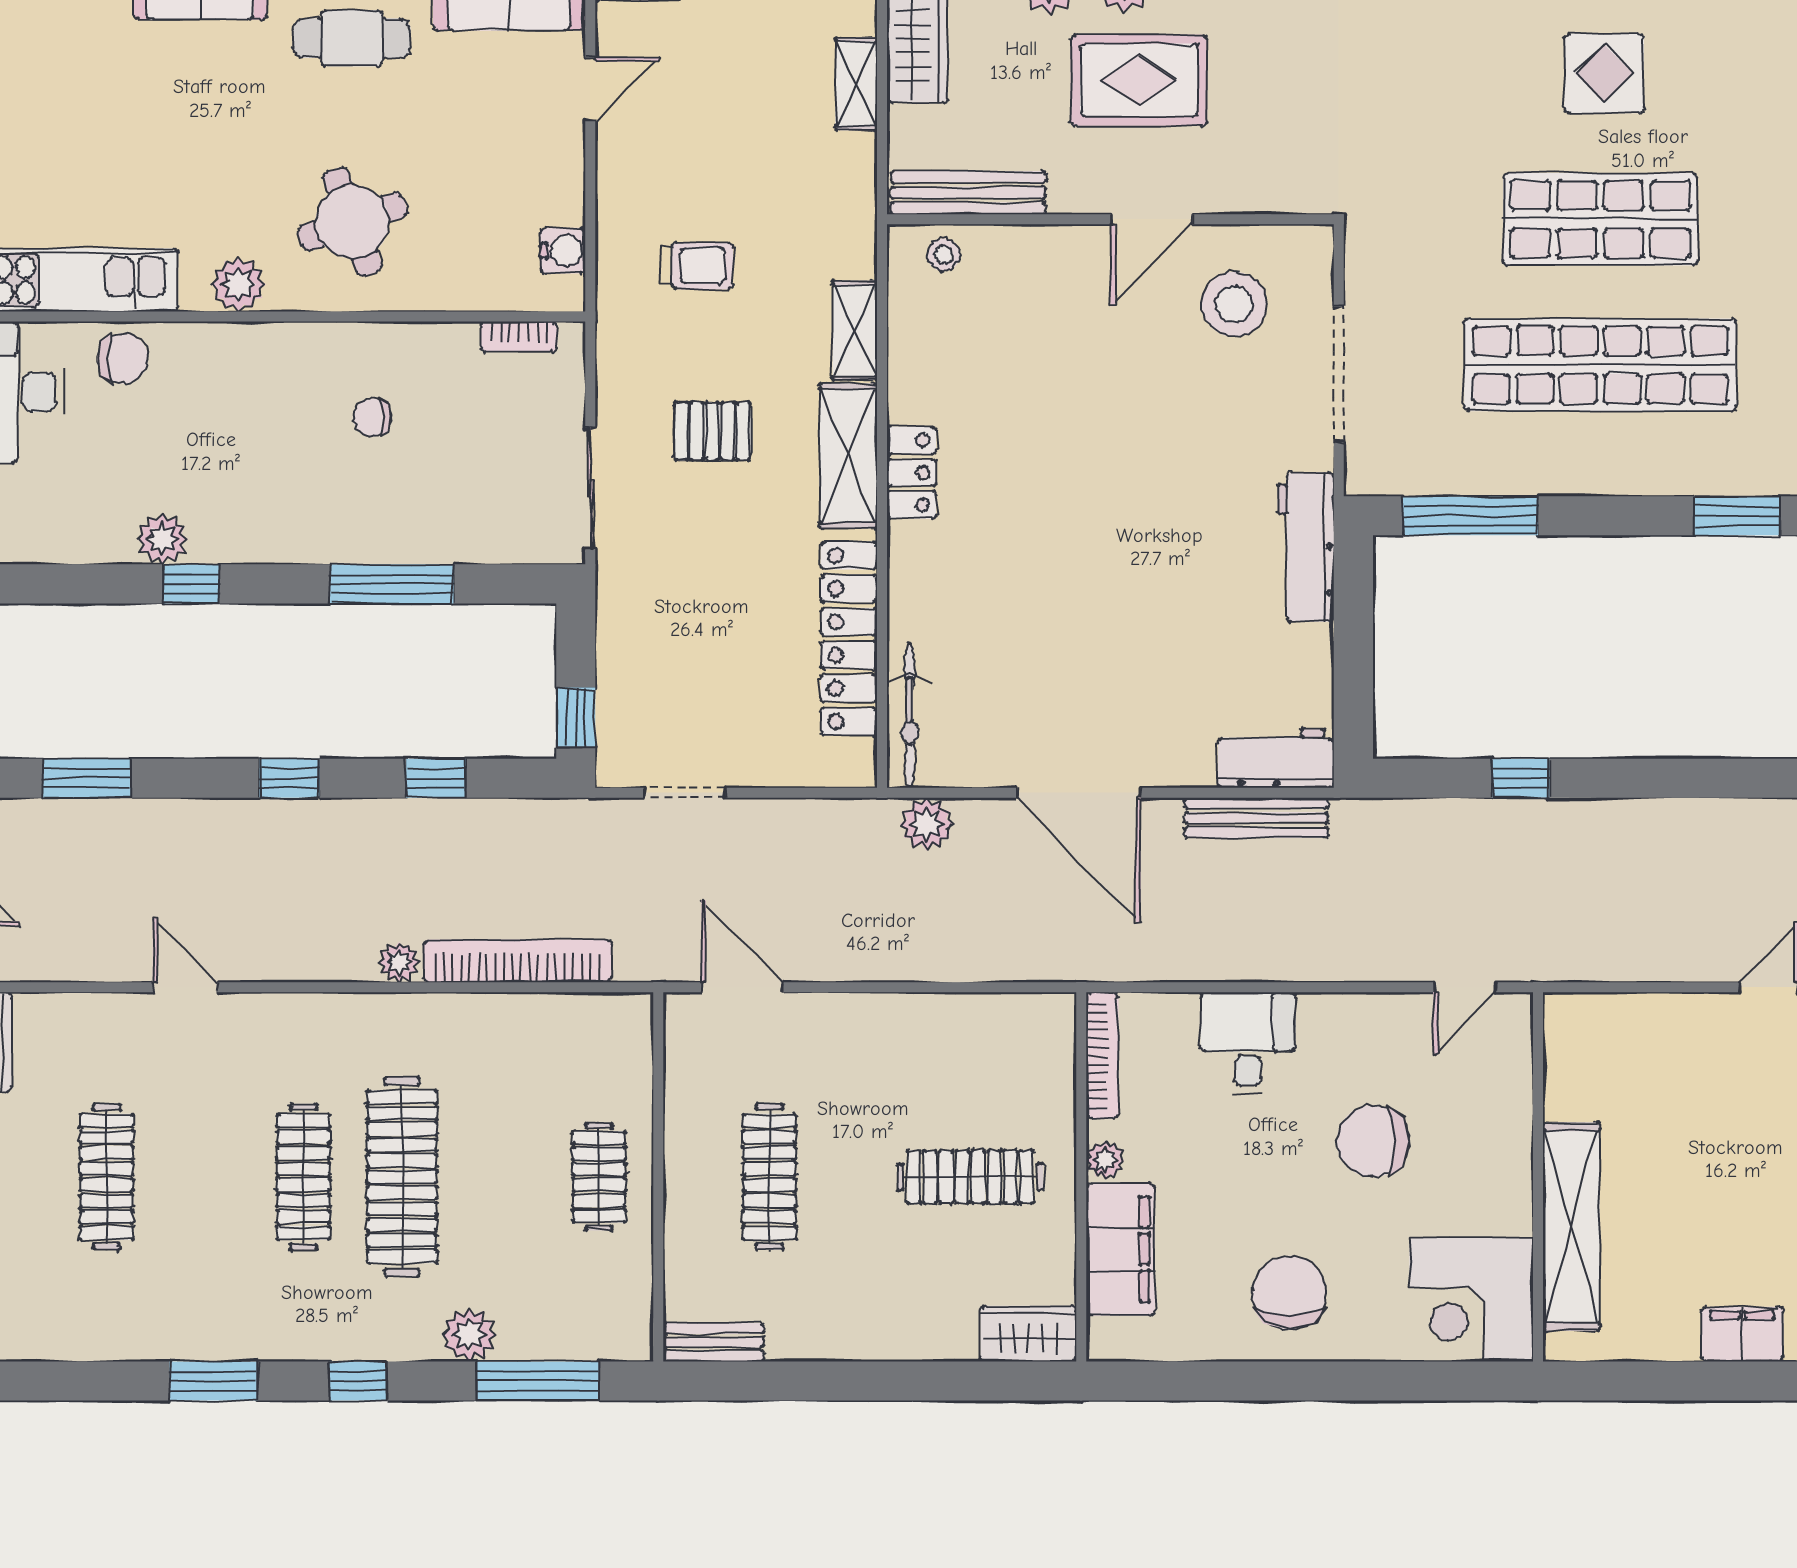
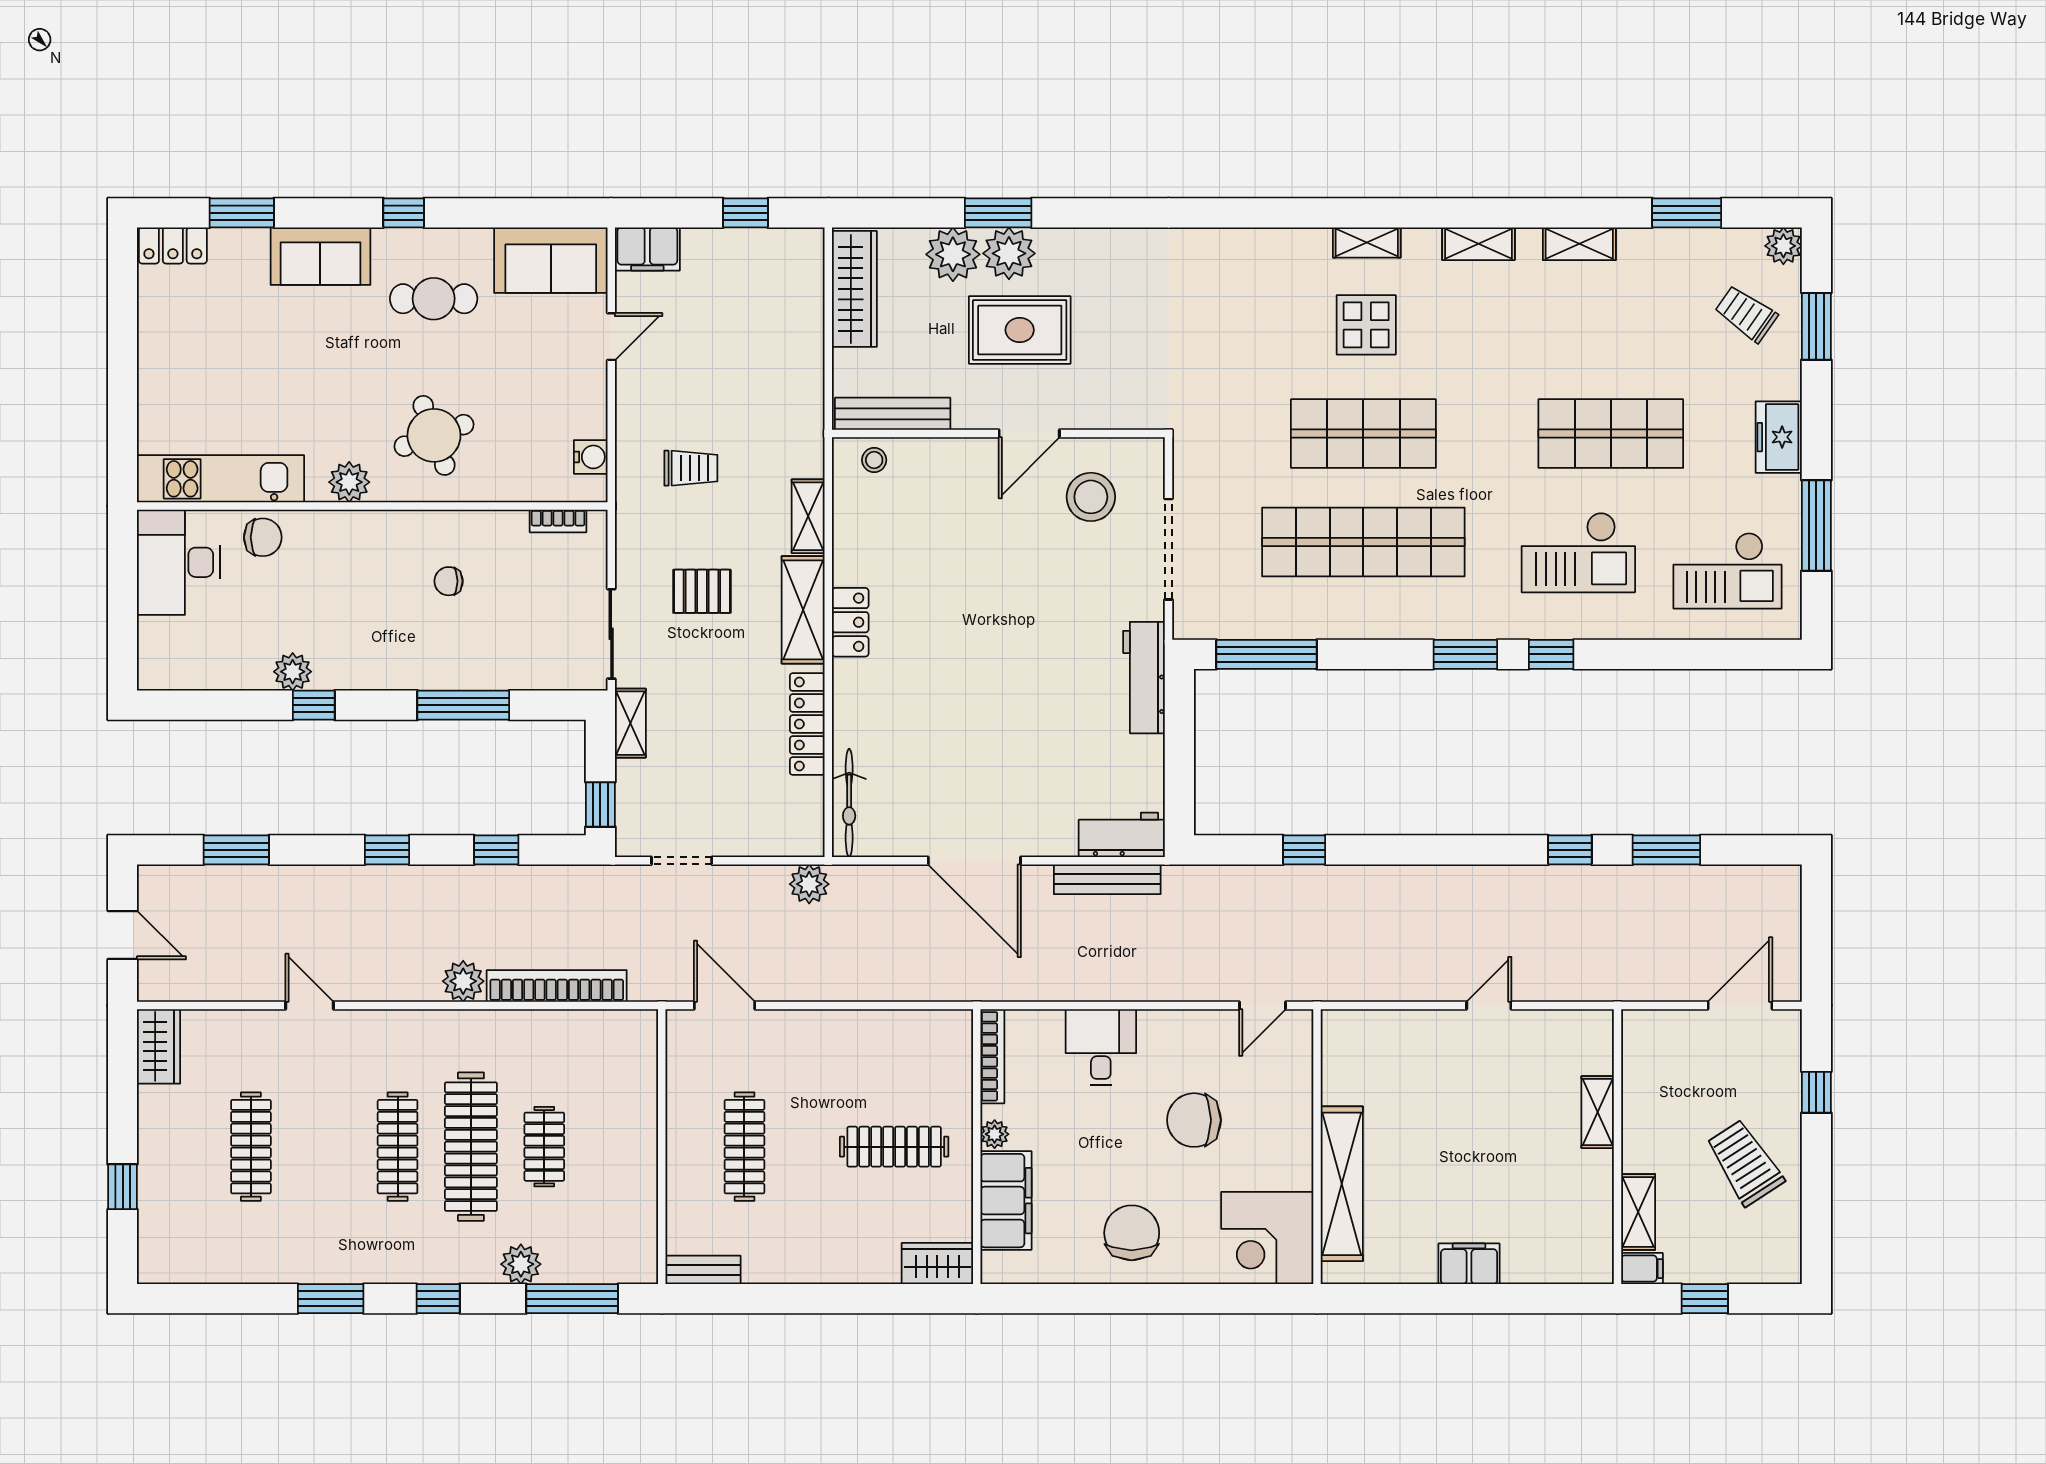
shelving: (856, 84) -> (630, 723), moved
locker: (849, 638) -> (807, 724), width x0.71, depth x0.83
plant: (927, 824) -> (809, 884), moved
plant: (399, 962) -> (463, 981), width x1.38, depth x1.38
clothes rail: (599, 1177) -> (544, 1147), moved

